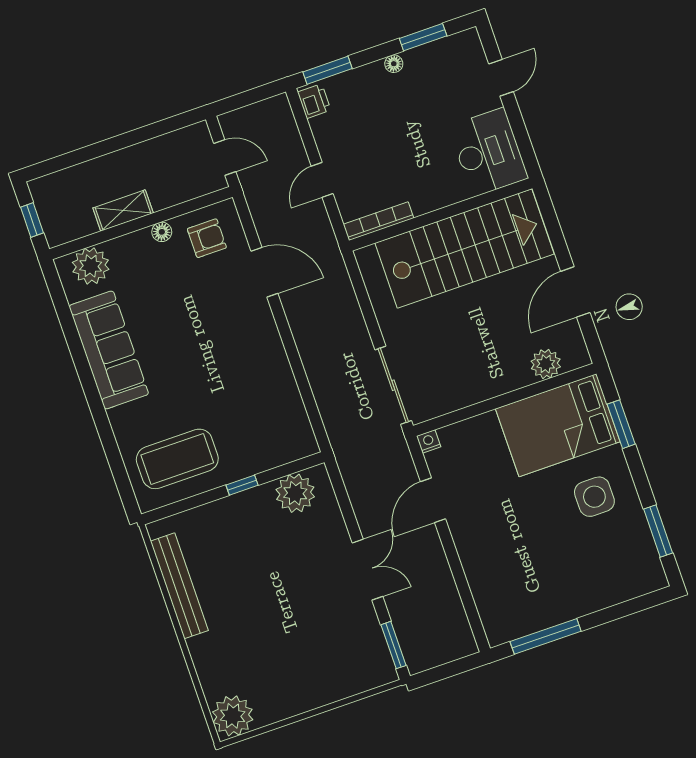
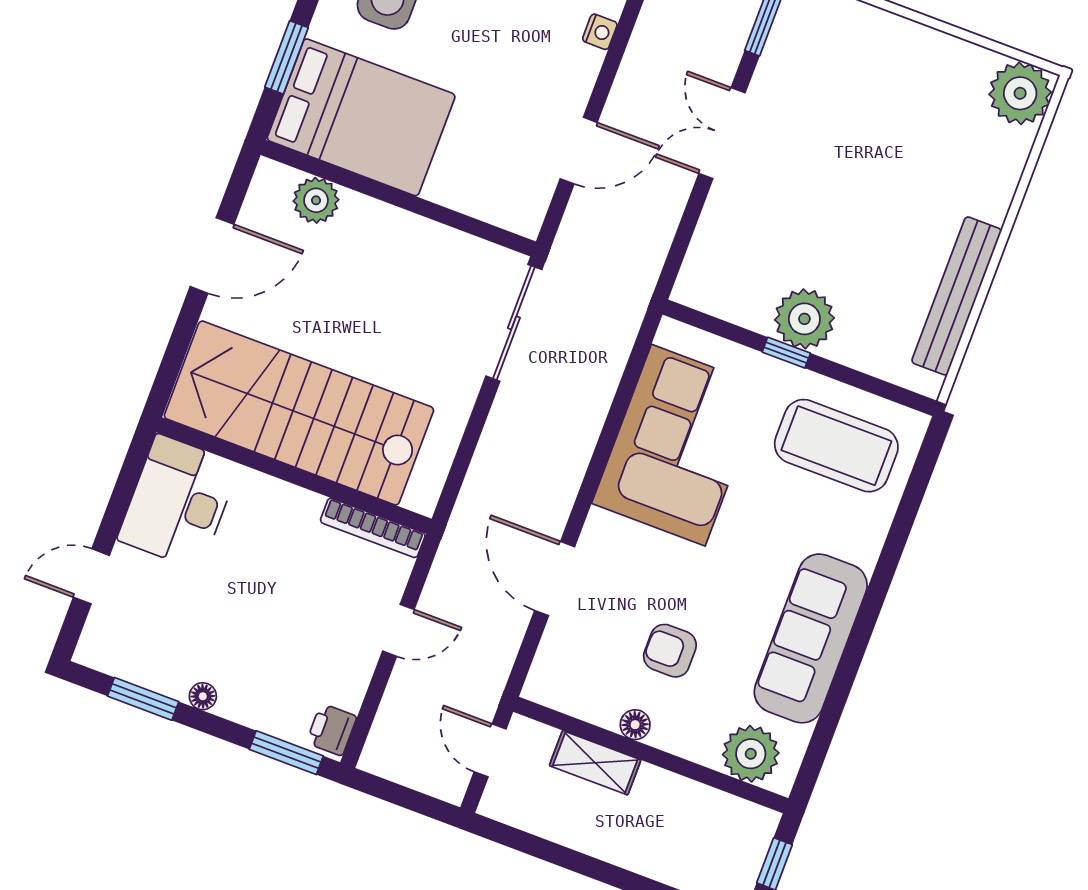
shelving: (123, 210) -> (595, 763), moved
armchair: (207, 238) -> (670, 651), moved
corner sofa: (258, 392) -> (678, 445), added
nightstand: (429, 441) -> (600, 32), moved, turned -90
plant: (295, 493) -> (804, 319), moved

